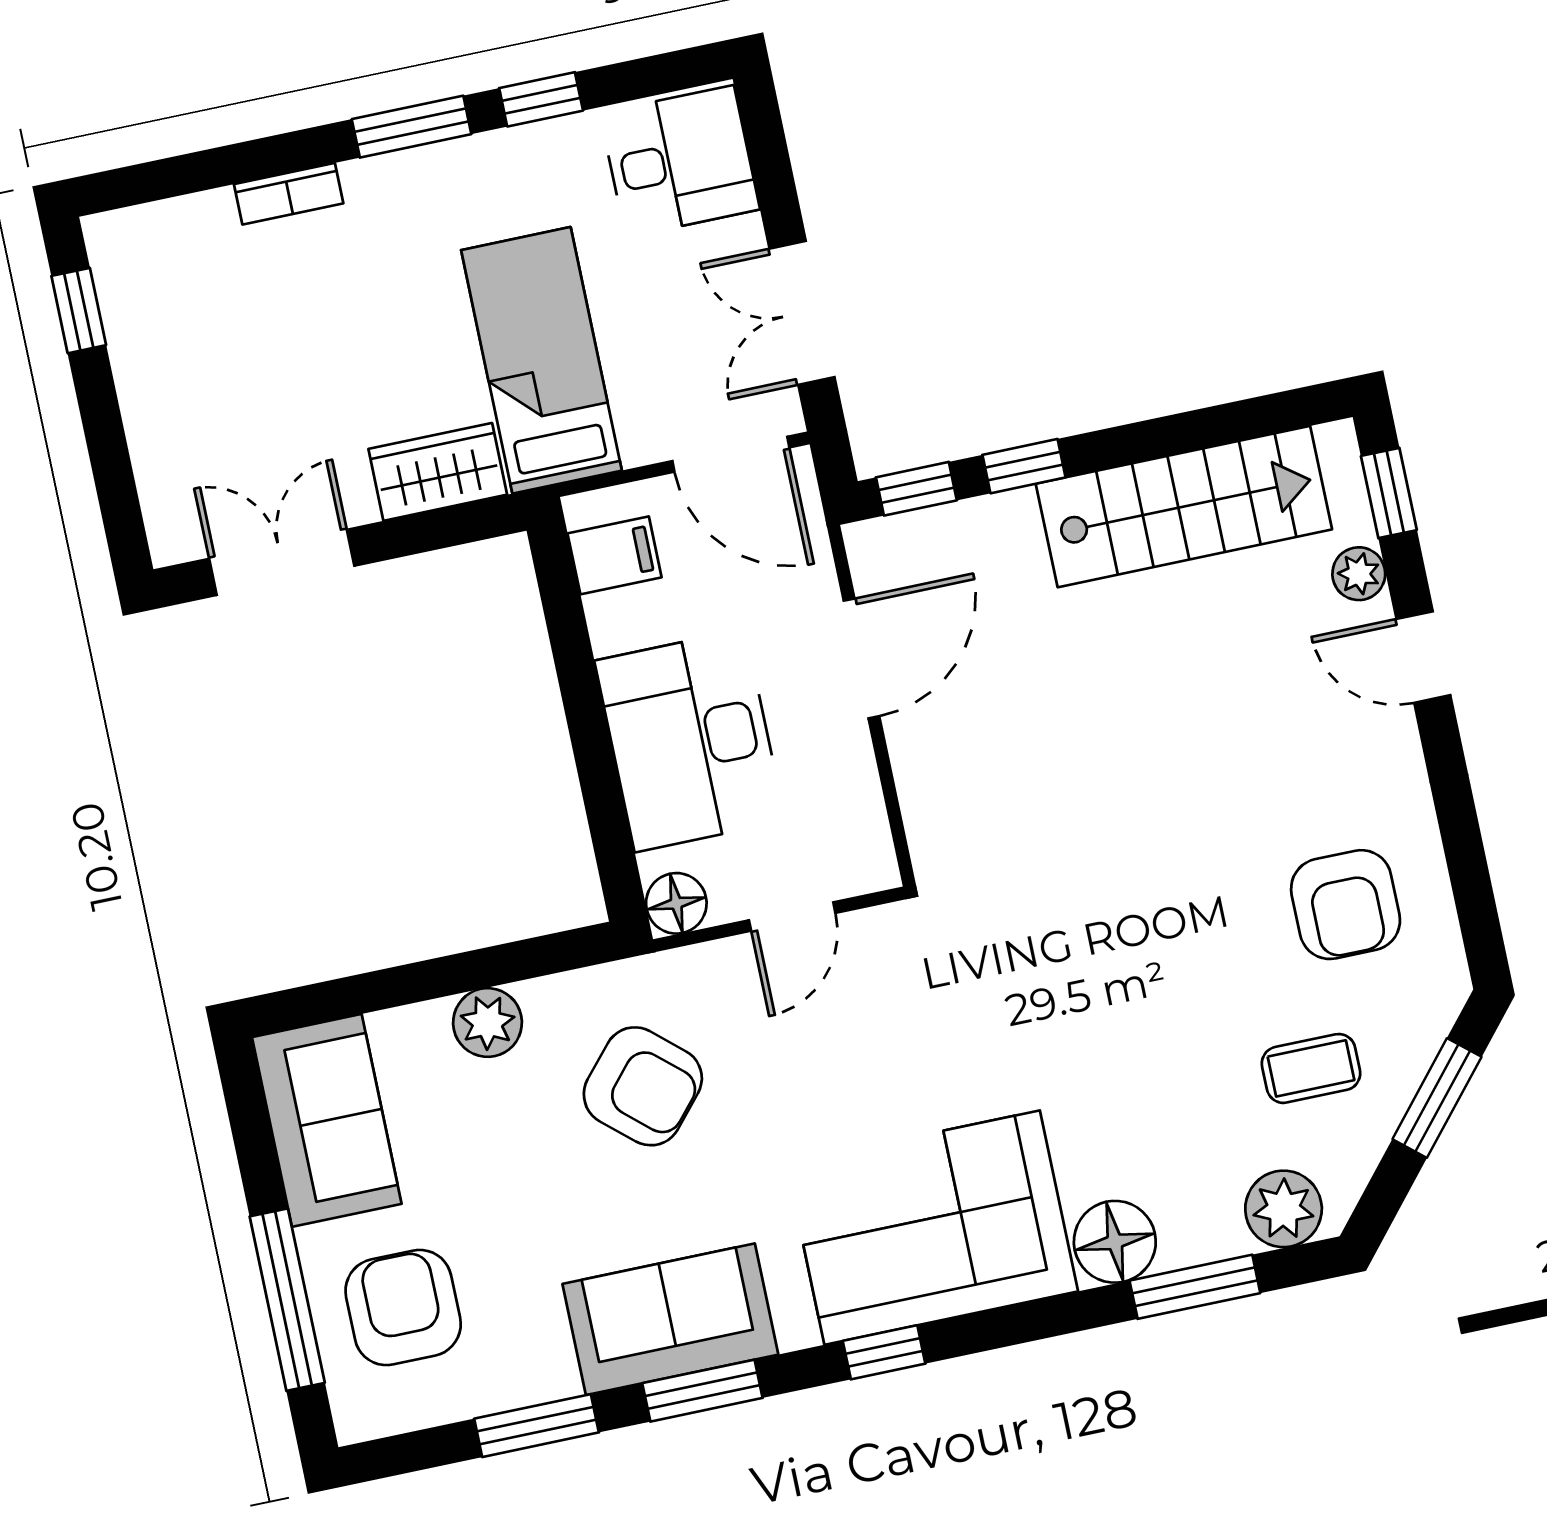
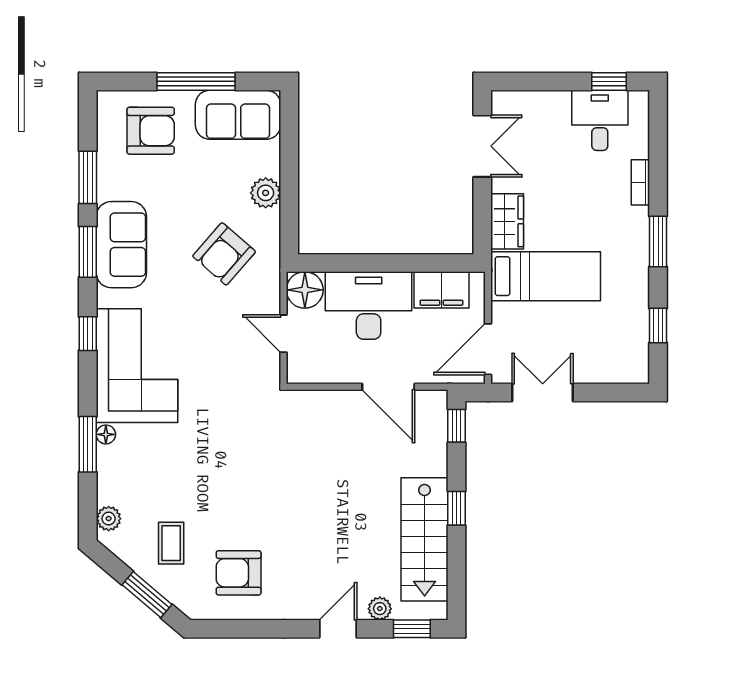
window: (541, 99) -> (658, 325), moved
desk: (680, 161) -> (600, 120), moved, turned 180
window: (1024, 466) -> (456, 508), moved
filing cabinet: (615, 555) -> (441, 290), width x2.00
floor lamp: (676, 903) -> (305, 290), width x1.38, depth x1.38
plant: (1284, 1209) -> (109, 519), width x0.73, depth x0.73
floor lamp: (1115, 1242) -> (106, 434), width x0.53, depth x0.53
window: (1195, 1287) -> (88, 444), moved
window: (287, 1300) -> (196, 81), moved

